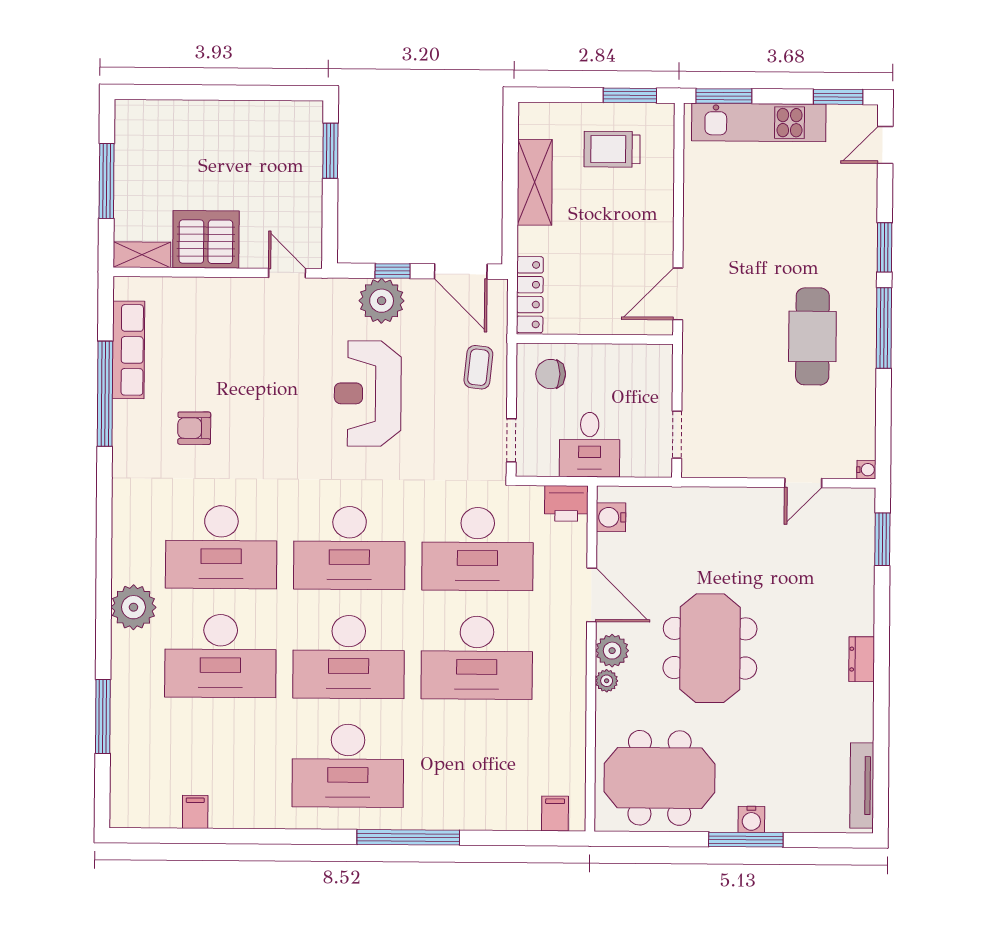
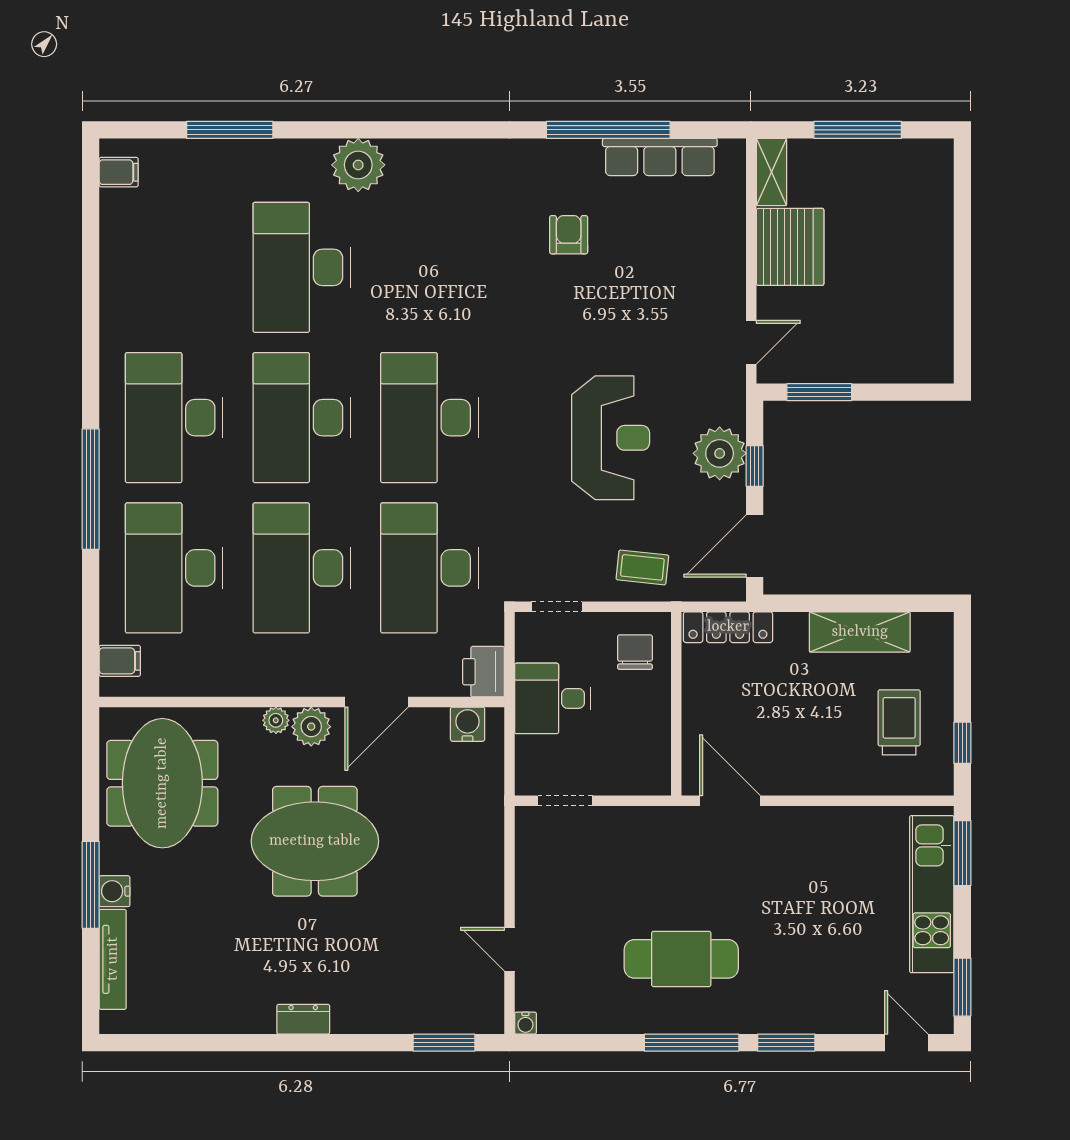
window: (630, 95) -> (962, 743), width x0.67
window: (330, 151) -> (819, 392), moved
reception desk: (368, 394) -> (611, 438), turned 90
desk: (221, 547) -> (174, 568), moved
tv unit: (862, 785) -> (113, 959), moved, turned 90
filing cabinet: (195, 812) -> (119, 172), moved

